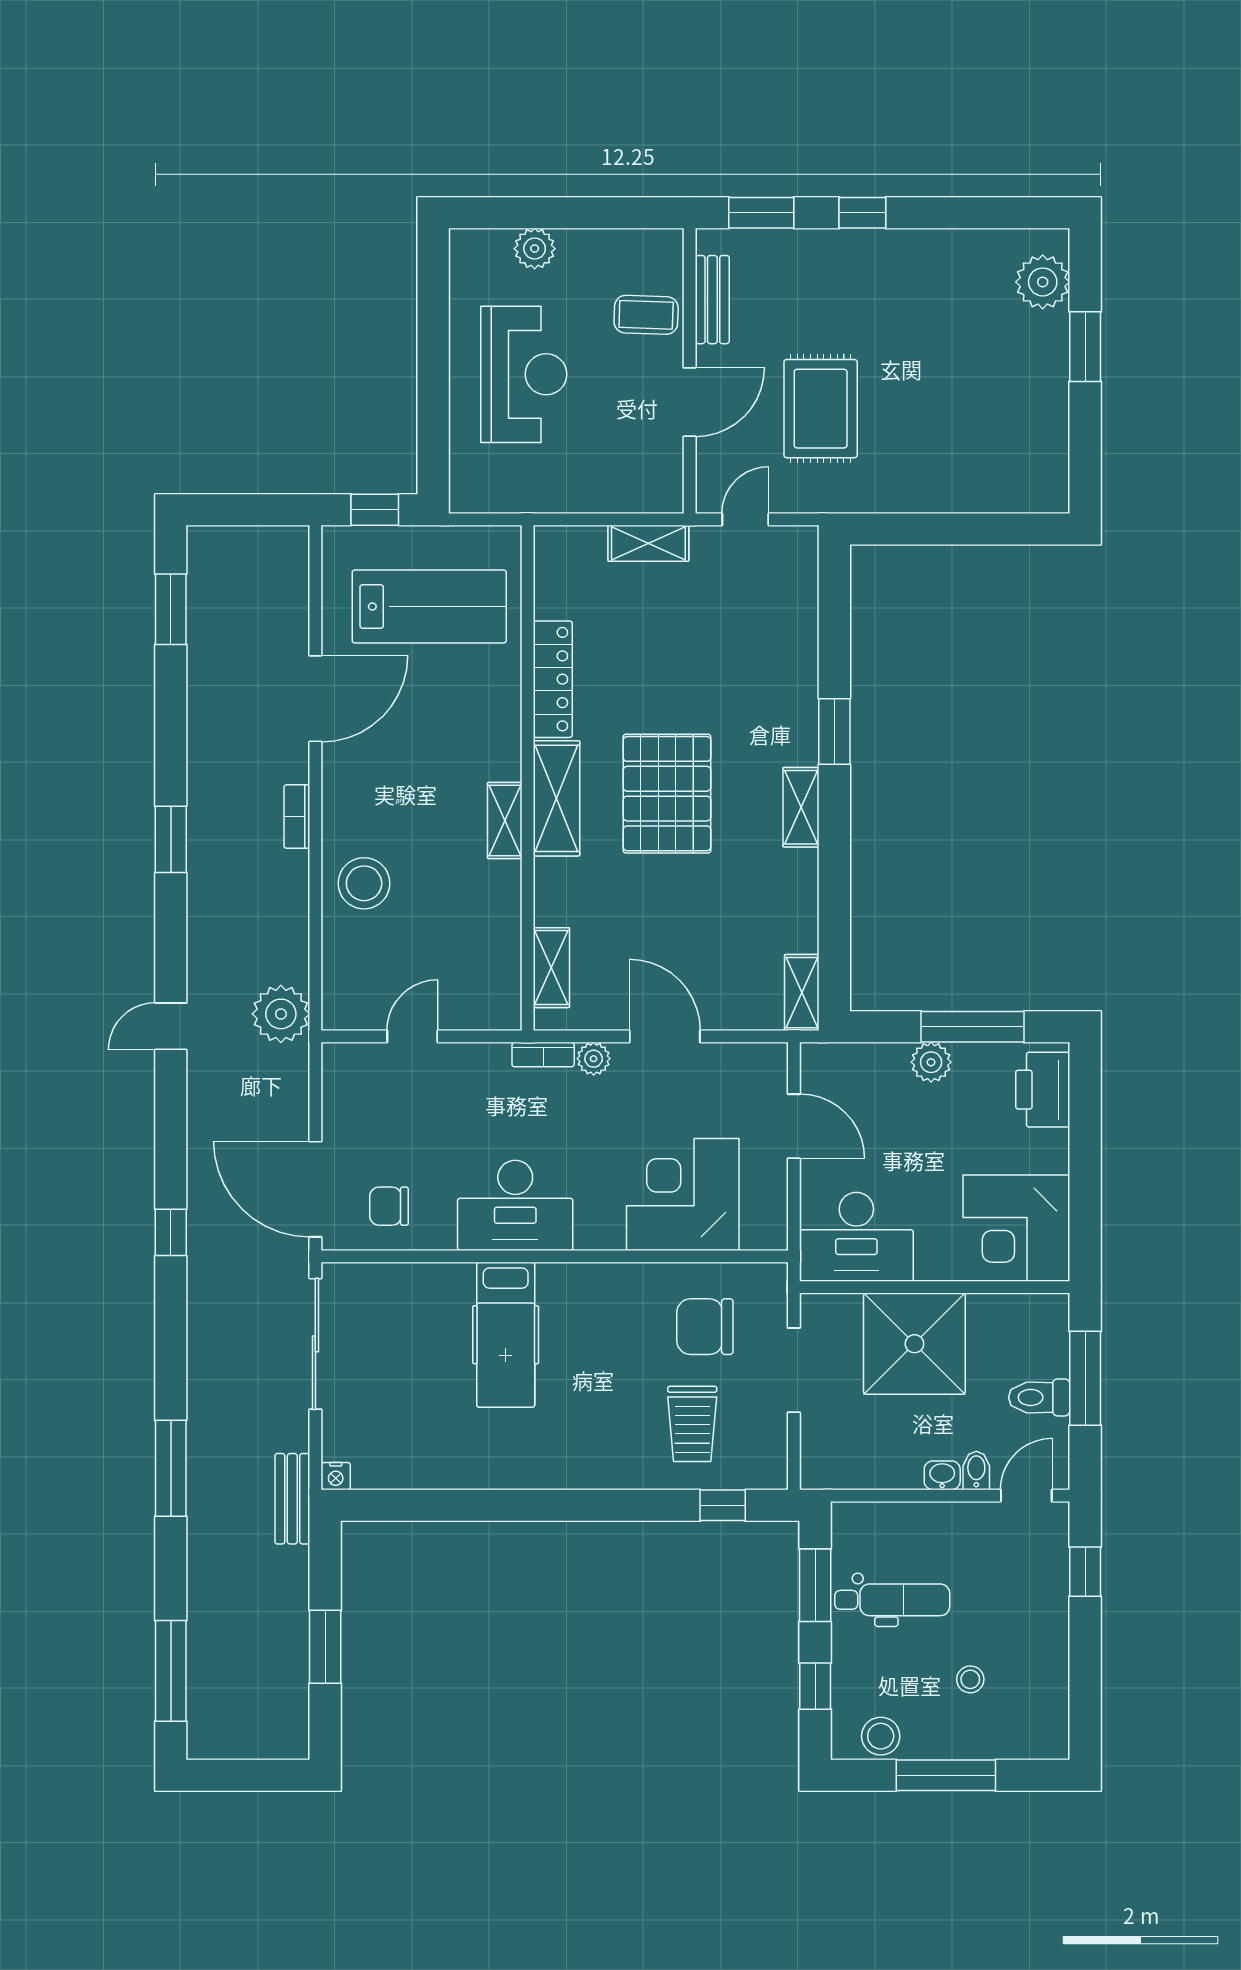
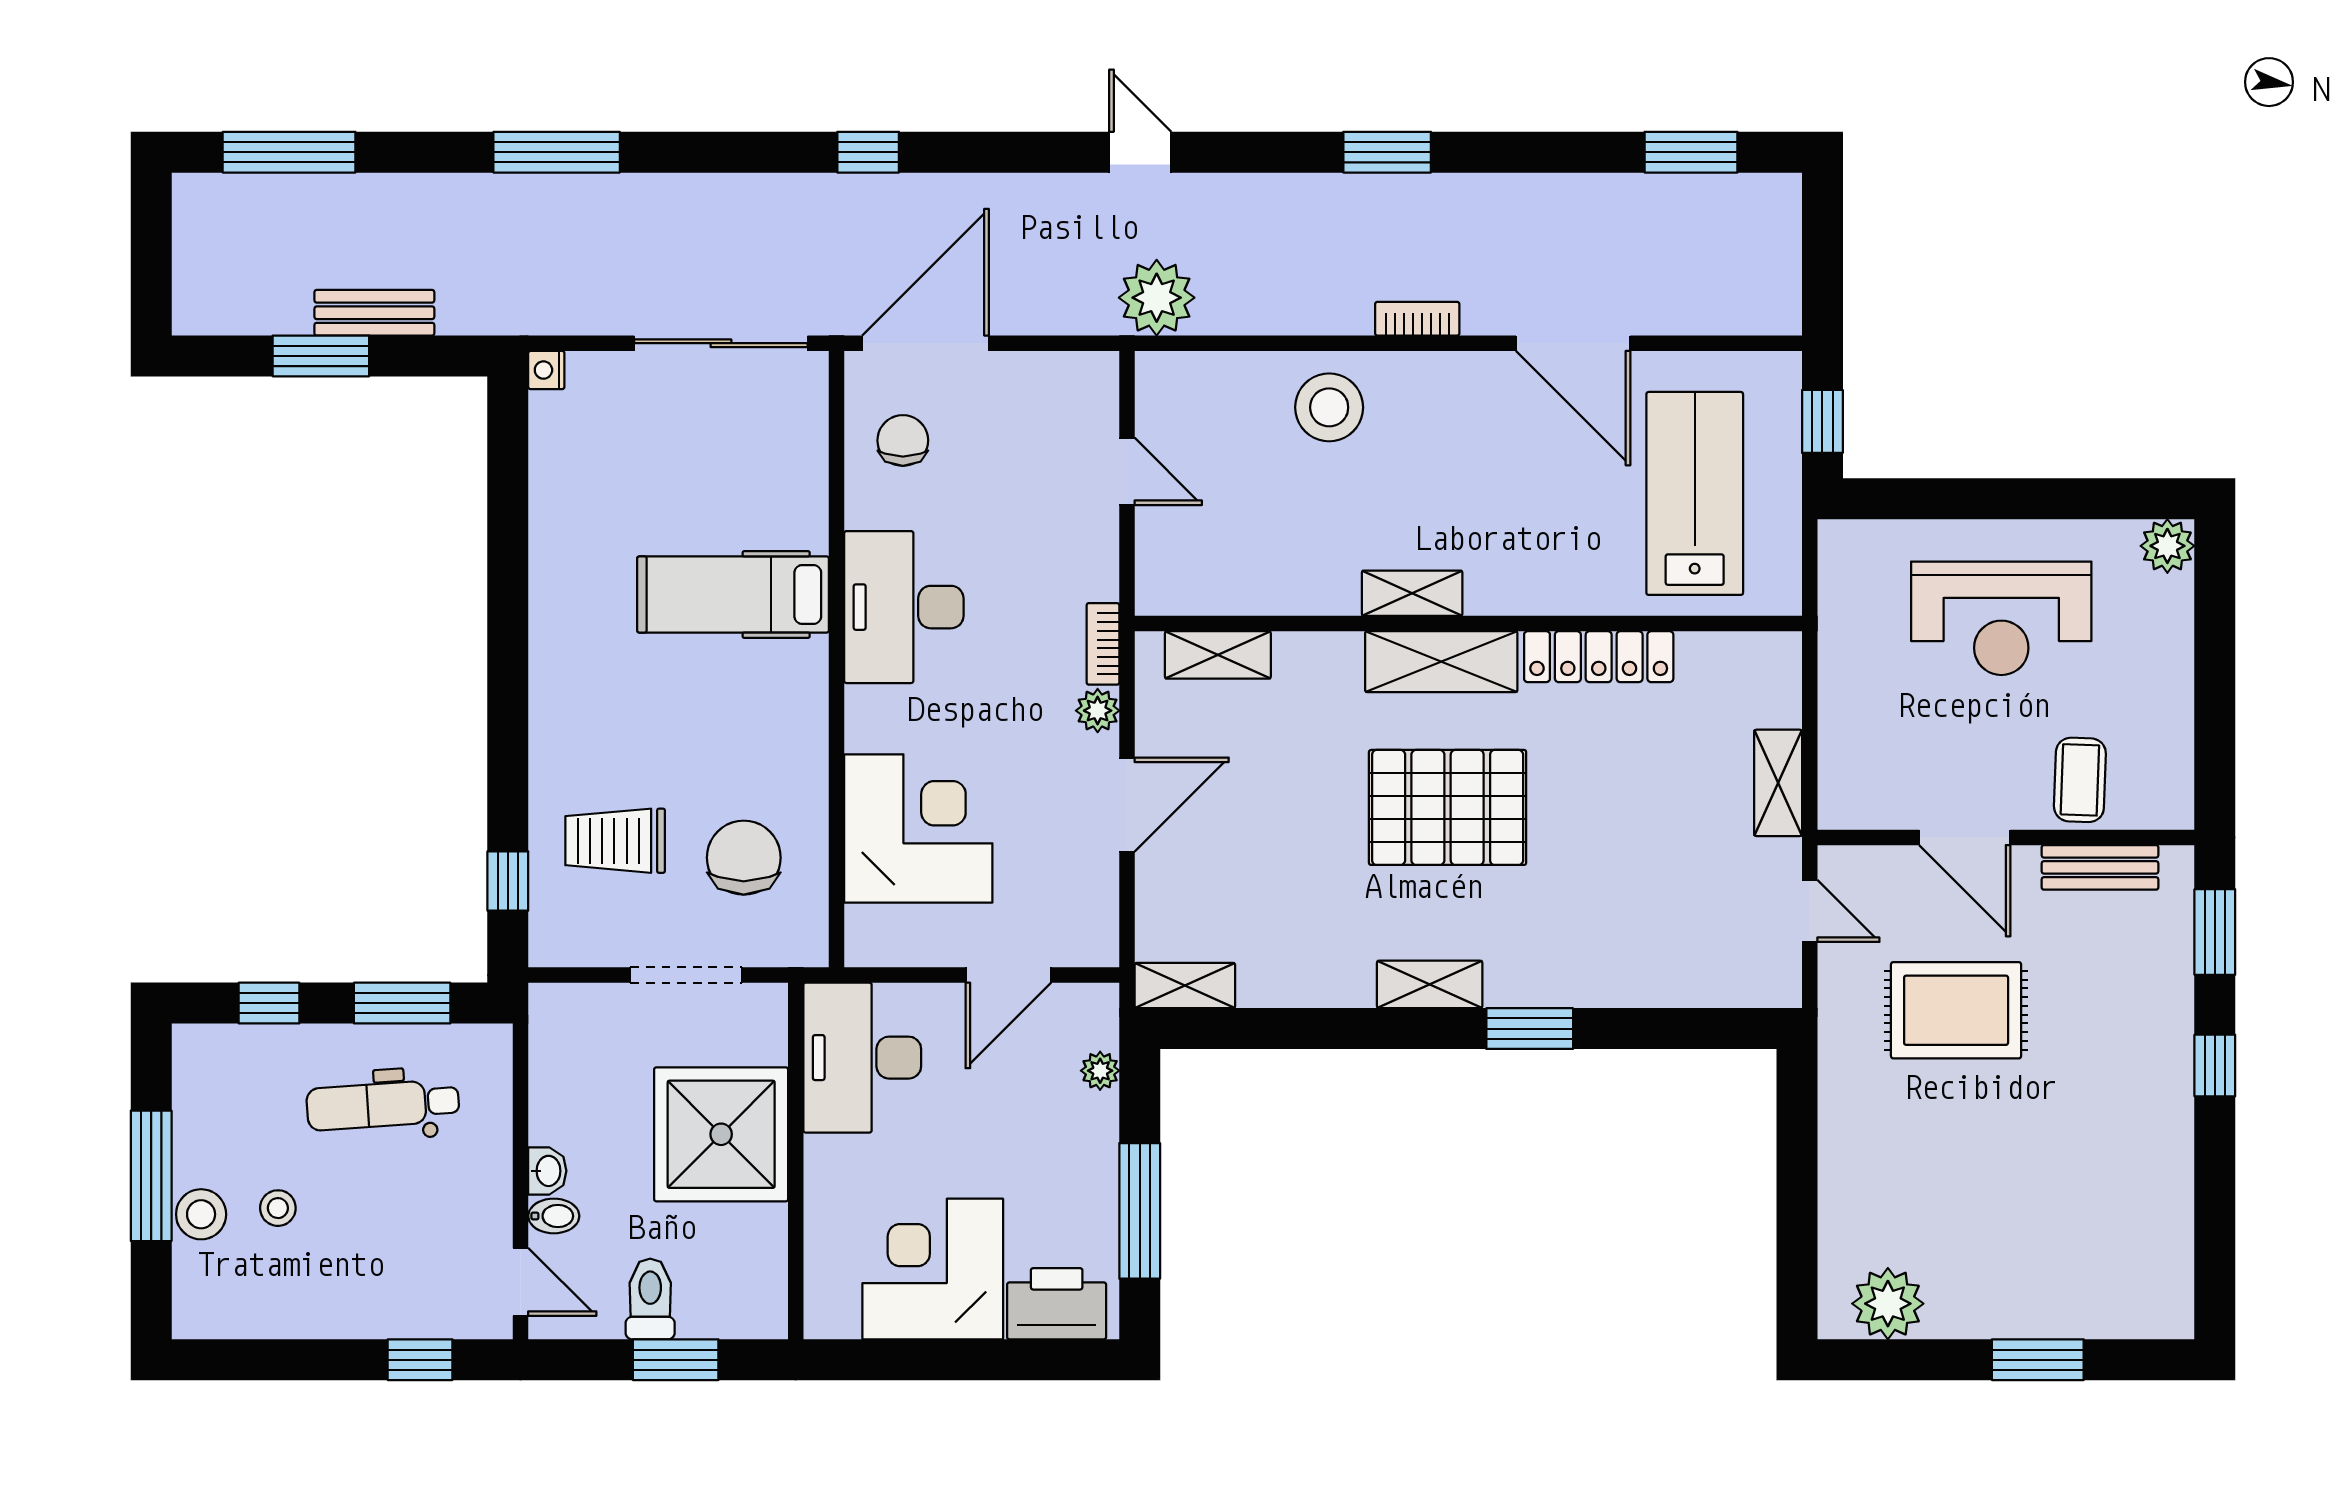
plant: (535, 249) -> (2167, 546), moved
plant: (1043, 282) -> (1888, 1304), moved
lab bench: (429, 607) -> (1695, 493), turned 180
plant: (931, 1062) -> (1100, 1071), moved, width x0.73, depth x0.73
corner desk: (1016, 1228) -> (933, 1269), moved
window: (1085, 1378) -> (676, 1360), width x0.69
bench: (292, 1499) -> (374, 313), moved
dental chair: (892, 1600) -> (383, 1105), turned 86
stool: (881, 1736) -> (201, 1214), moved

